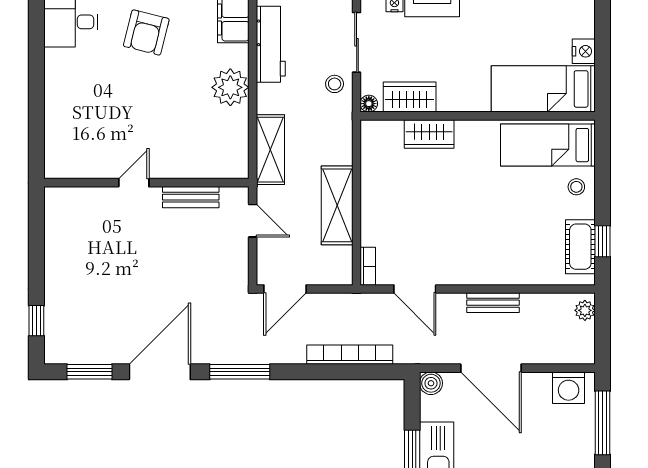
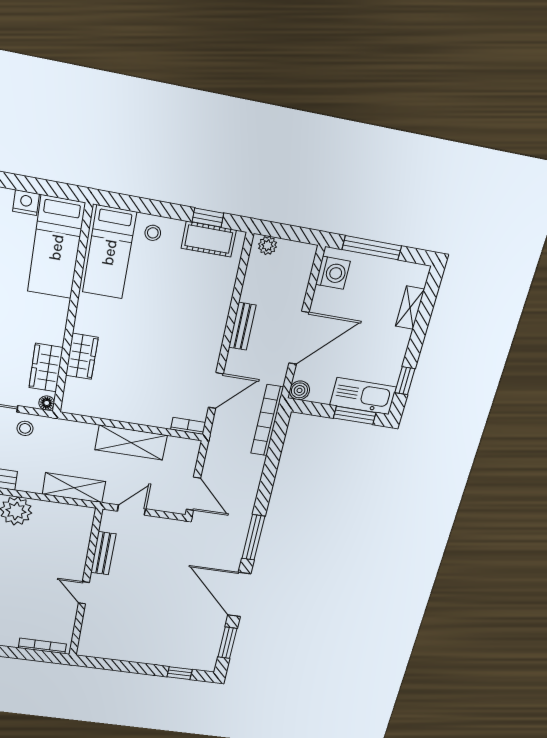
bookcase: (51, 144) -> (42, 646), added
bookcase: (350, 355) -> (267, 420), moved

